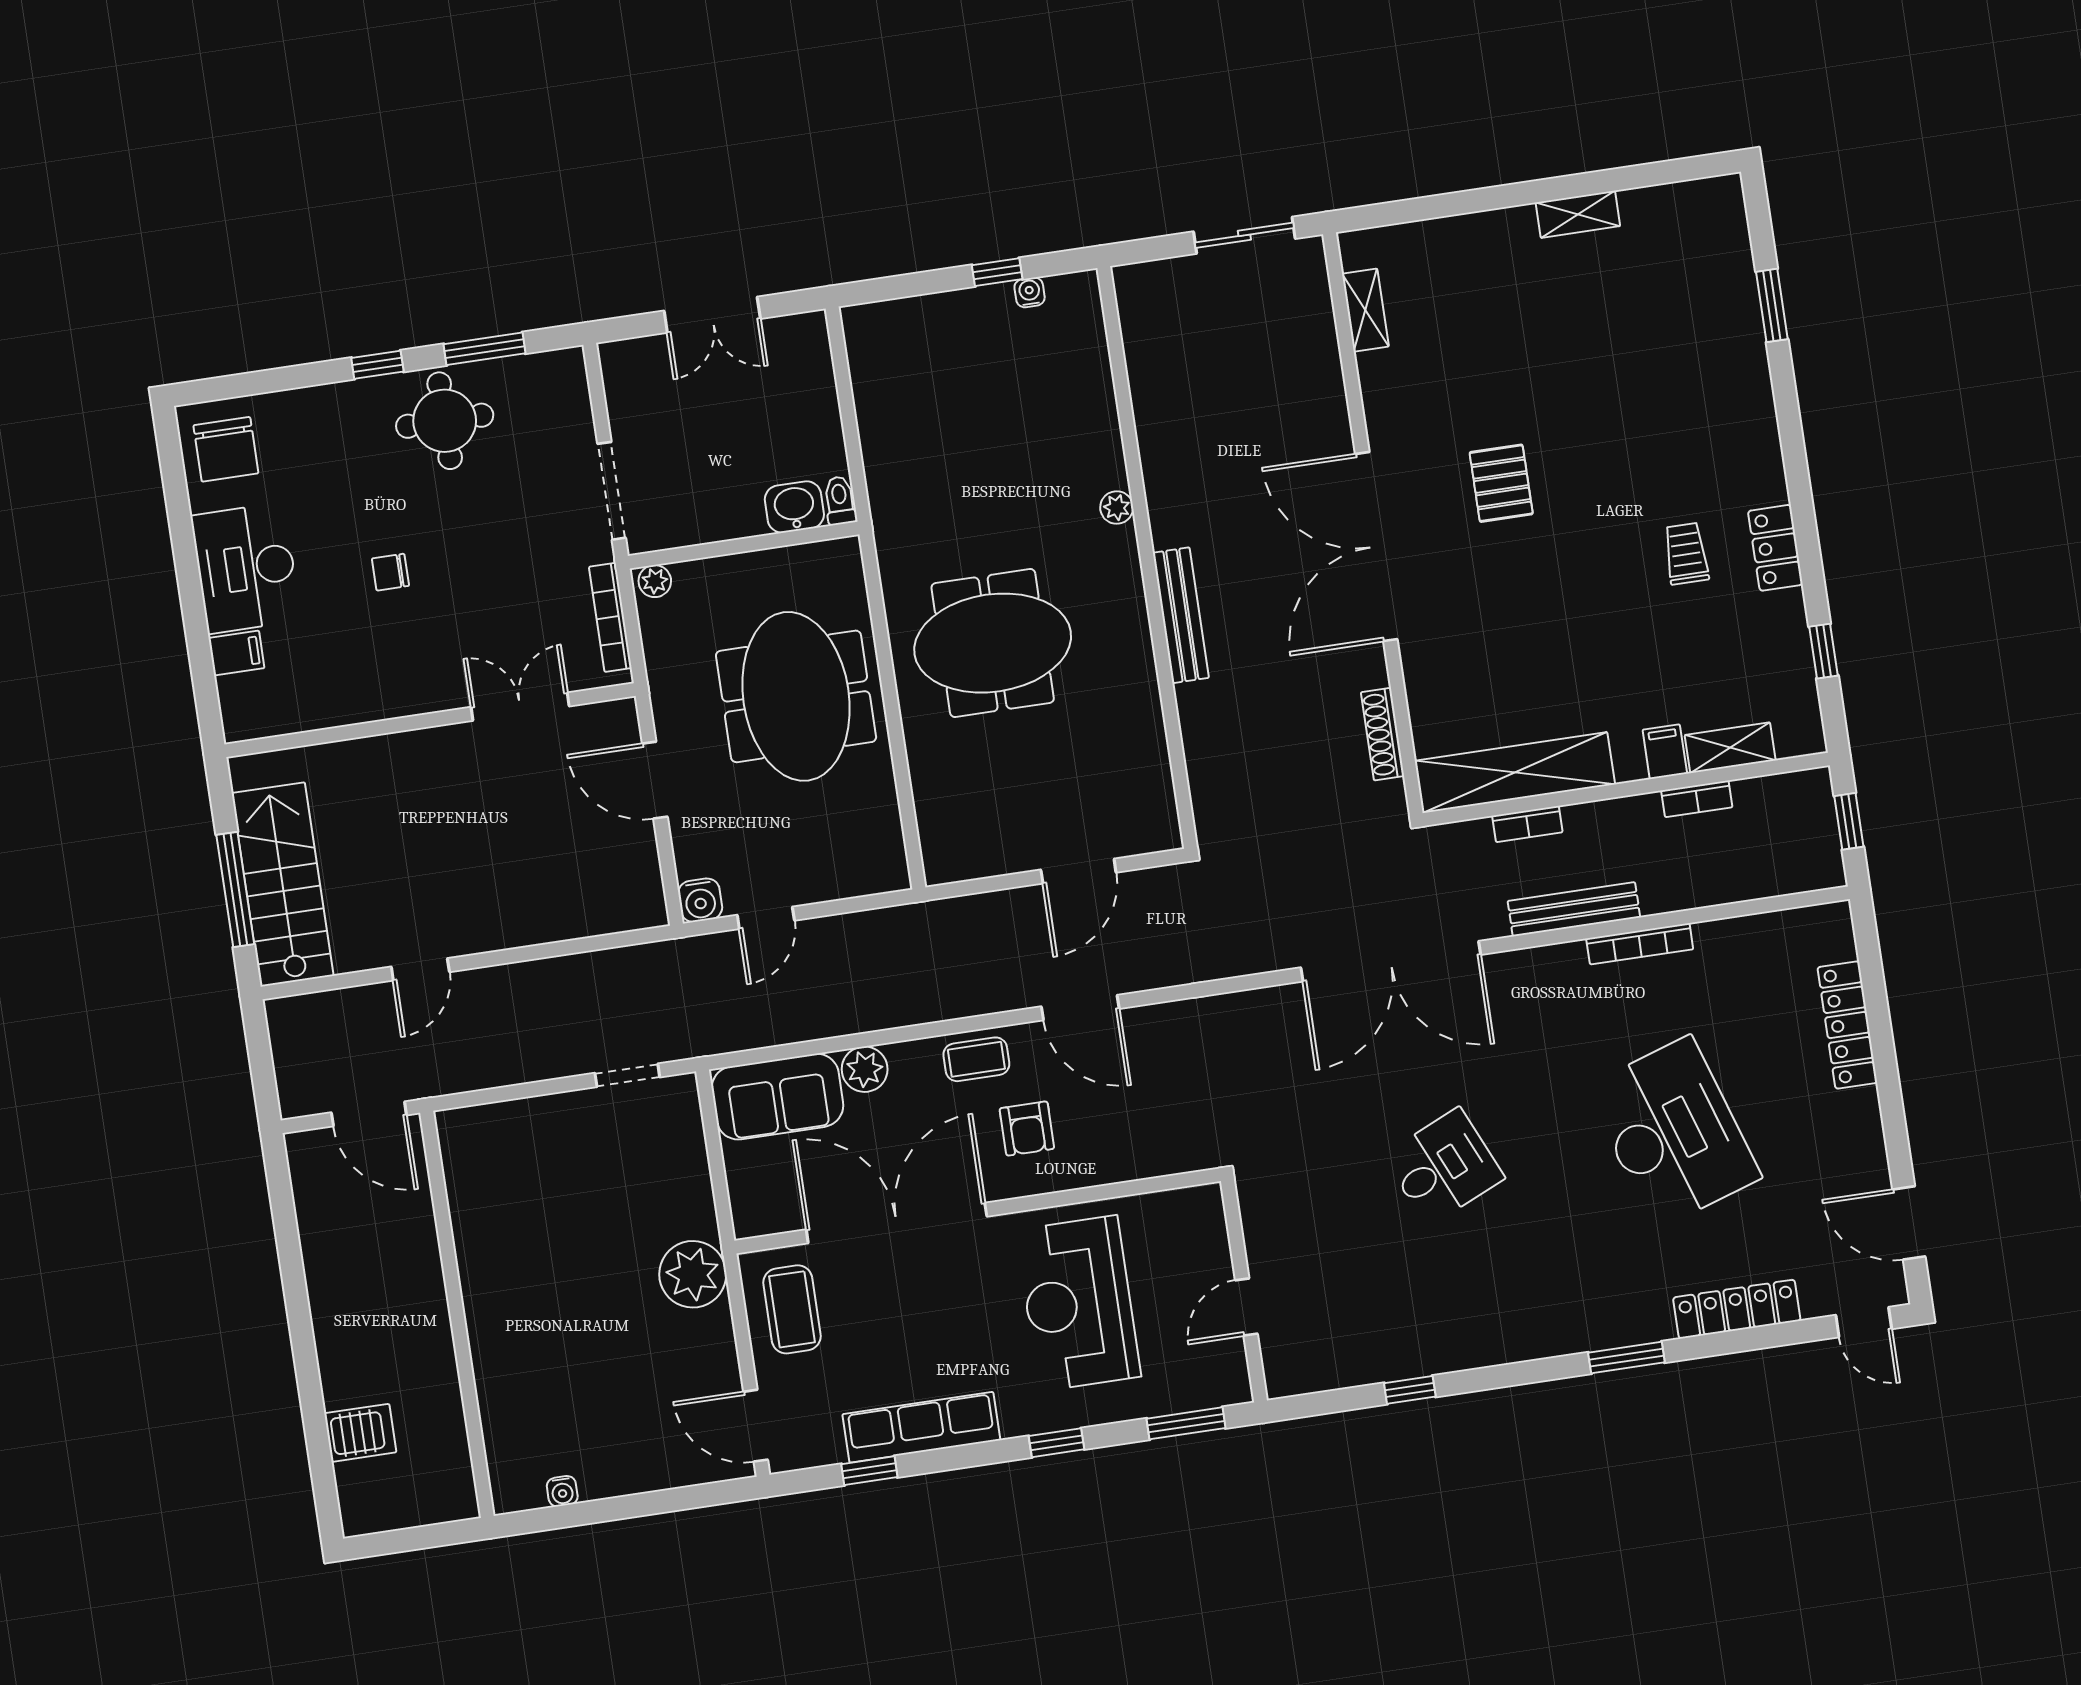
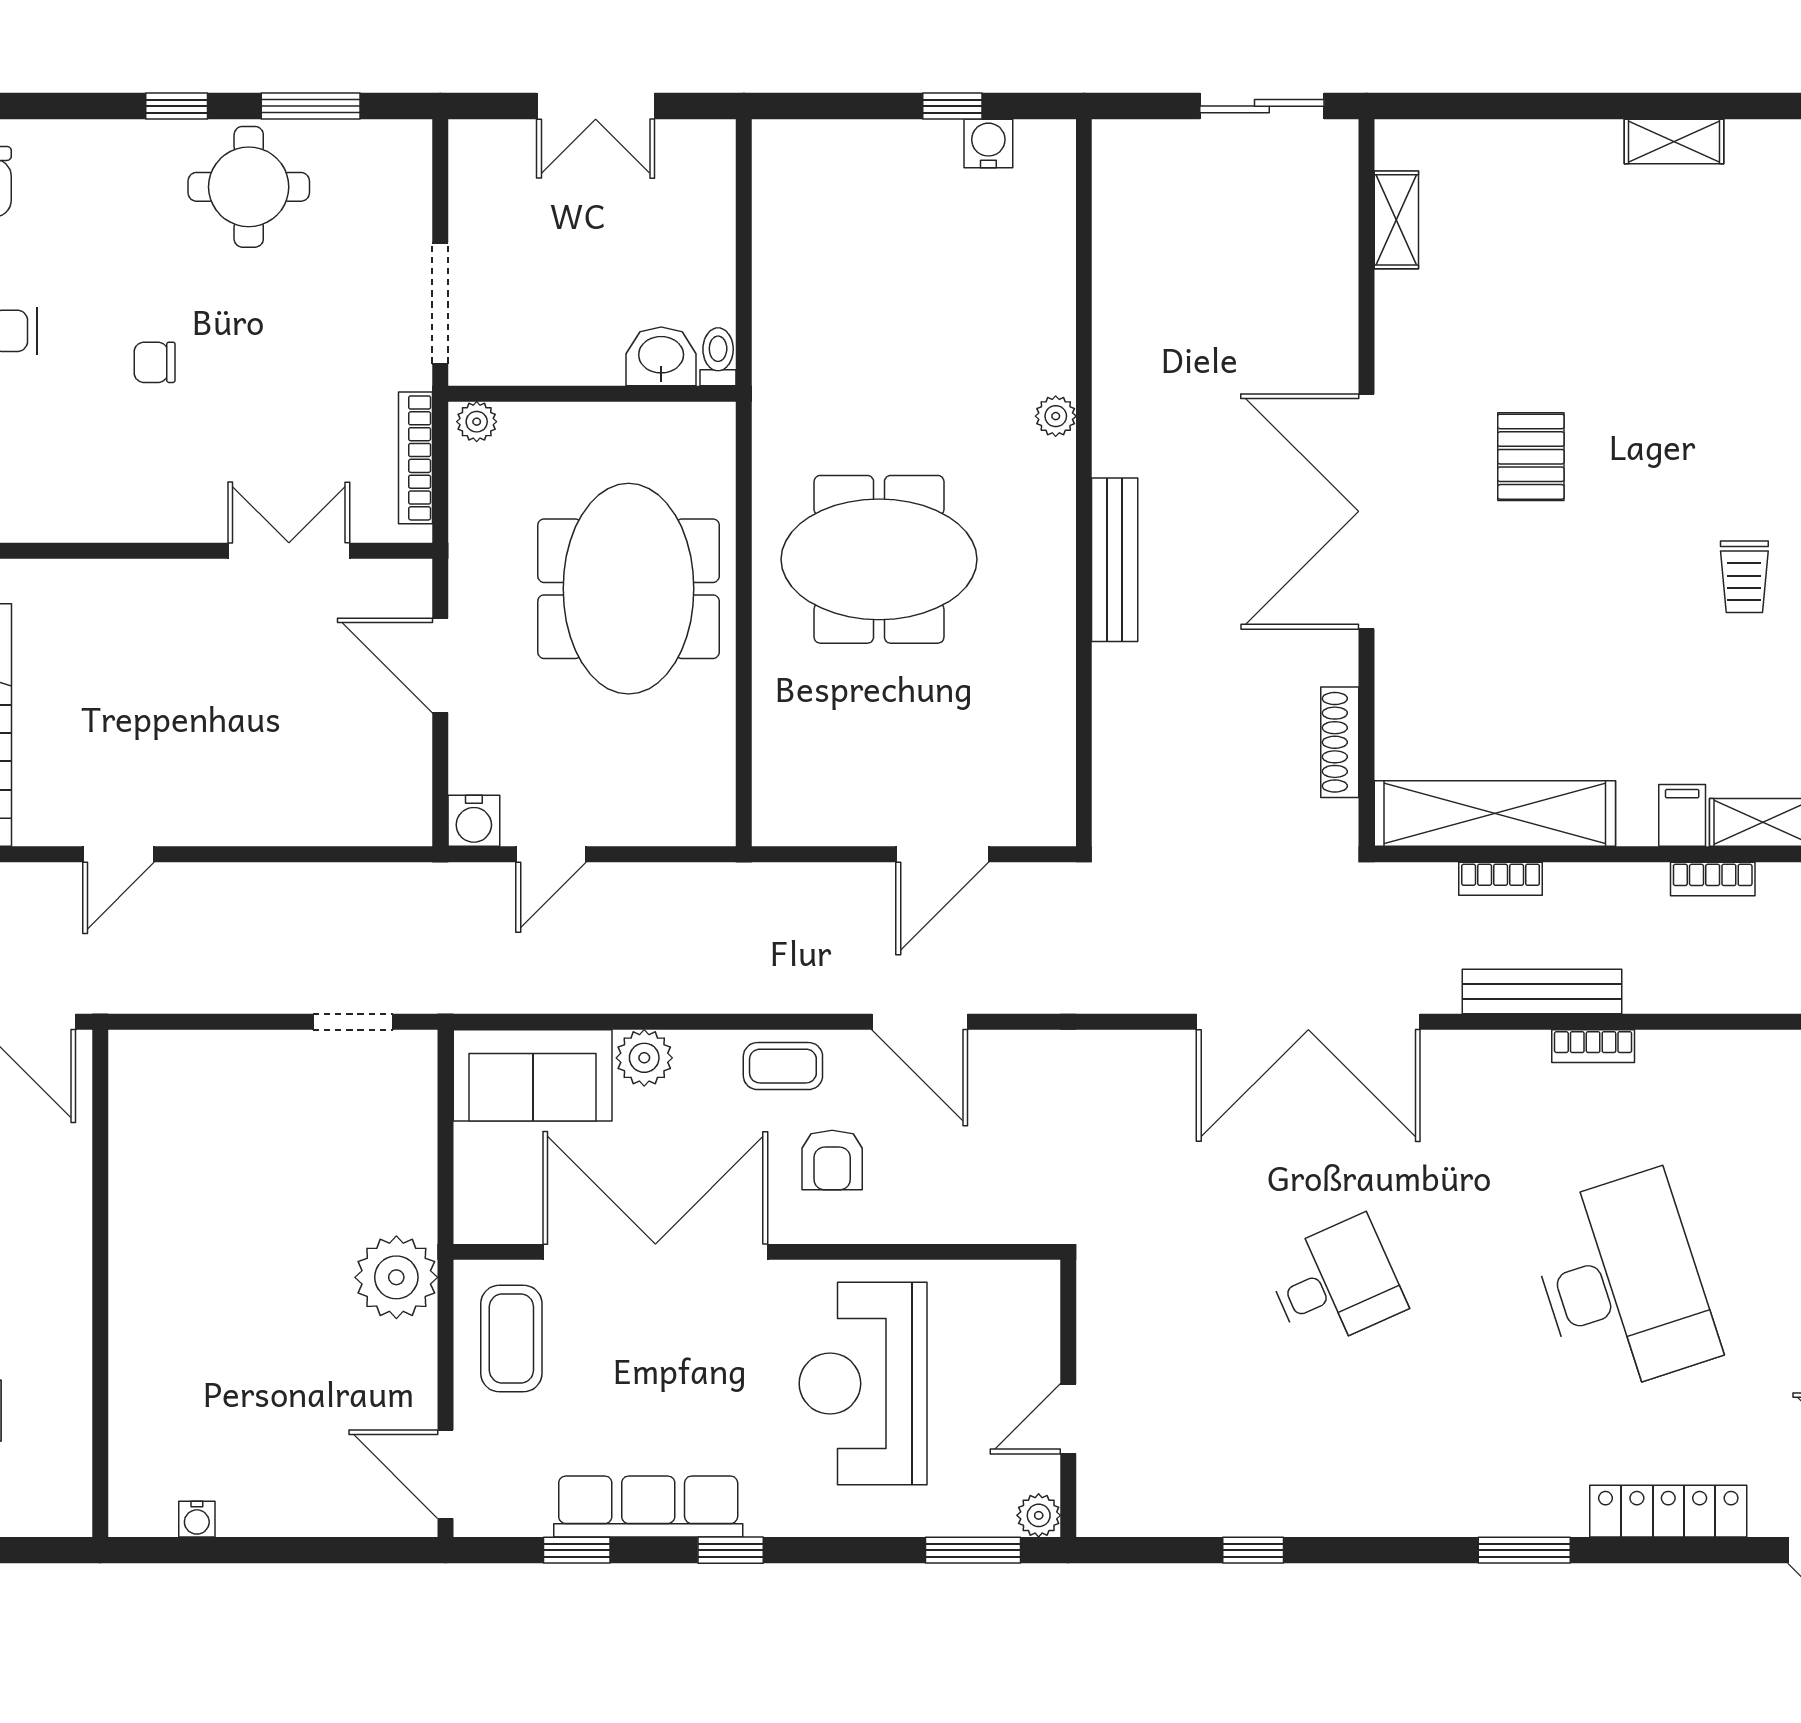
water cooler: (1030, 292) -> (988, 143), width x1.38, depth x1.38
trolley: (1686, 554) -> (1744, 577), turned 180
bookcase: (1640, 944) -> (1593, 1046), width x0.64
plant: (1234, 1388) -> (1039, 1515), added
window: (1056, 1443) -> (731, 1550), moved

